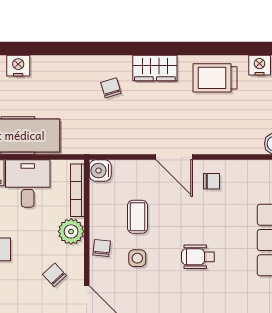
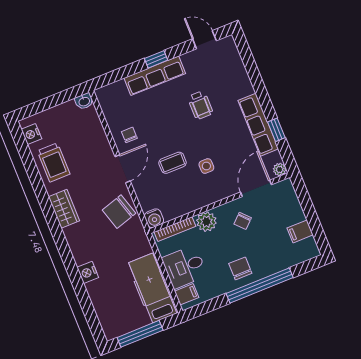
nightstand: (18, 66) -> (88, 272), moved
chair: (111, 88) -> (119, 212), moved, width x1.87, depth x1.87
coffee table: (138, 217) -> (172, 163), moved
chair: (102, 248) -> (209, 195), removed
wheelchair: (198, 257) -> (200, 105), moved

